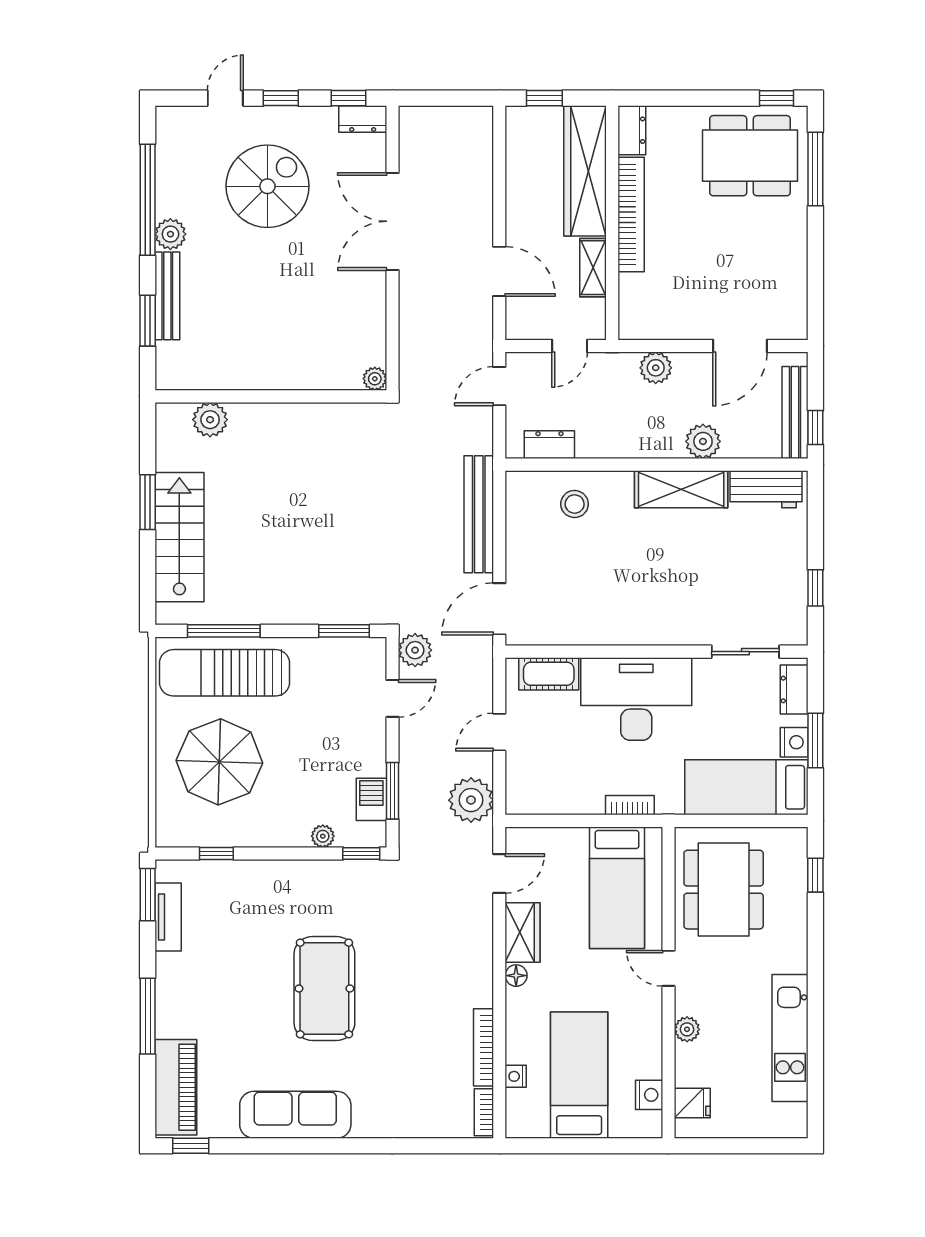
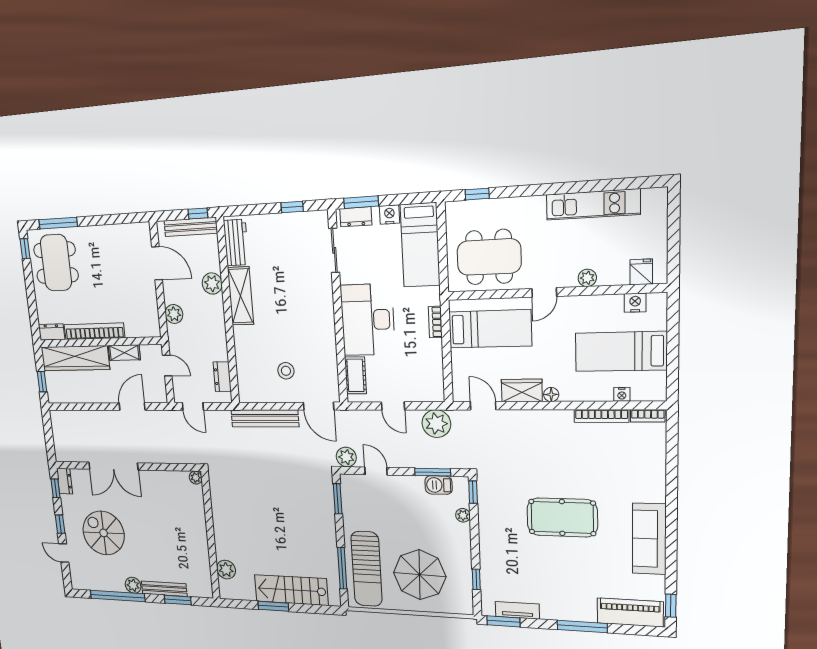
stool: (575, 504) -> (286, 371), moved
window: (815, 740) -> (361, 202), moved

